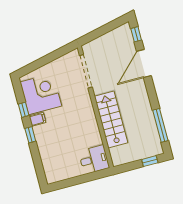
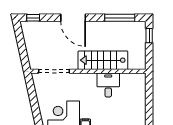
door: (144, 64) -> (73, 18), moved
desk: (94, 160) -> (108, 85), moved

